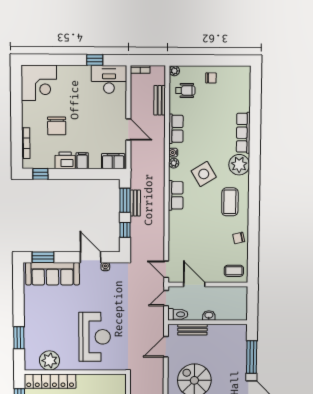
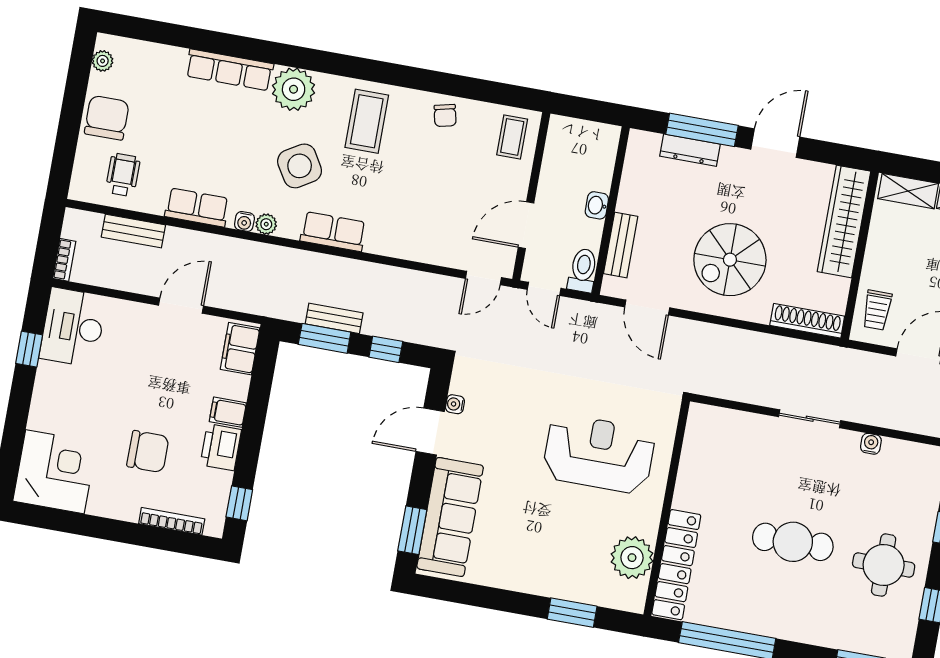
plant: (174, 71) -> (103, 61), moved
chair: (211, 78) -> (107, 118), width x1.87, depth x1.87
coffee table: (230, 202) -> (367, 121), turned 90
dresser: (241, 353) -> (690, 150), added

